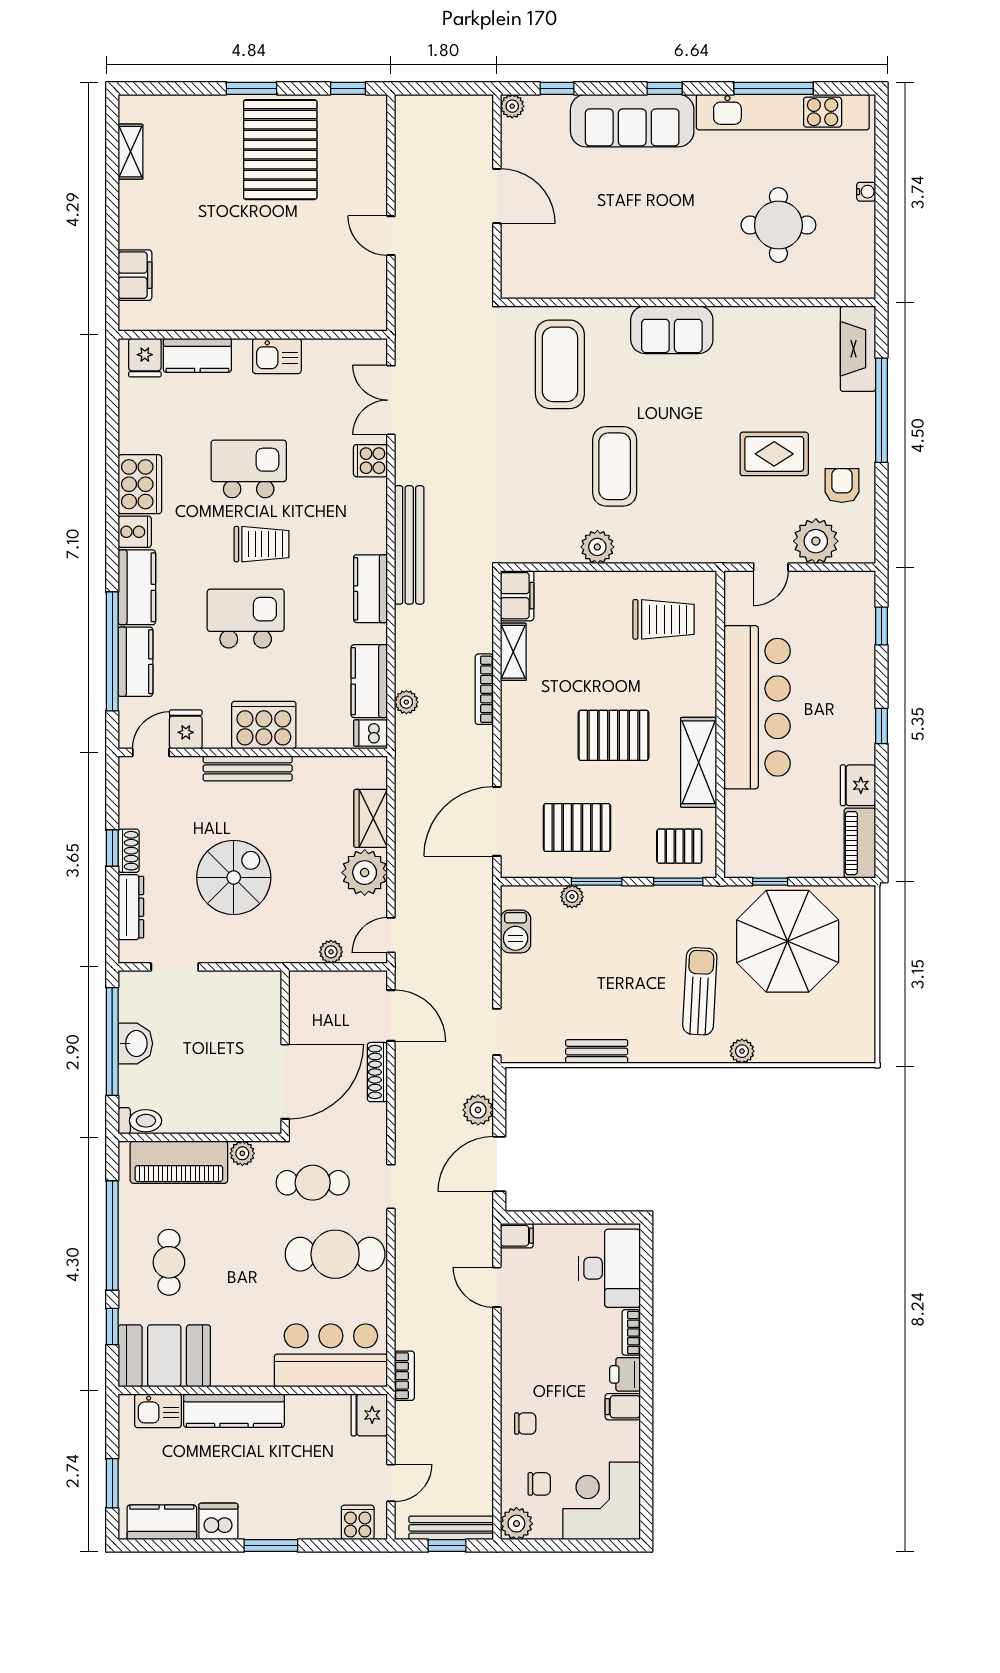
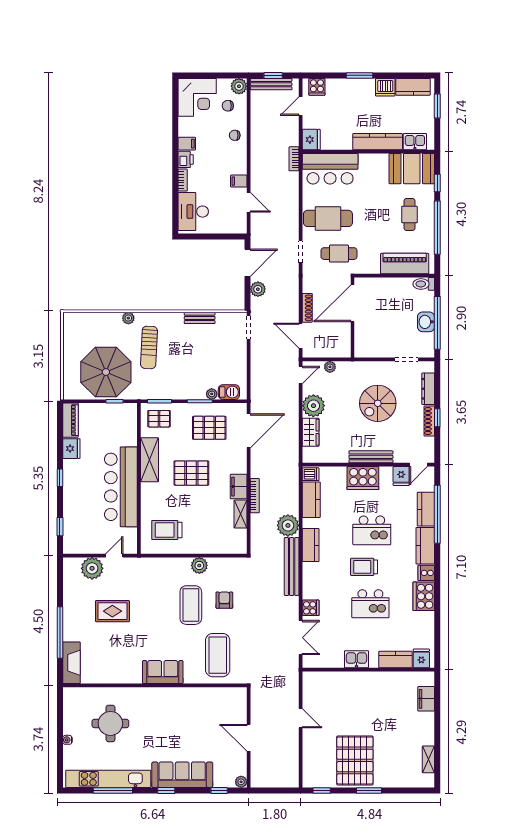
armchair: (842, 486) -> (224, 600), moved, turned 180
filing cabinet: (517, 596) -> (239, 487), moved
plant: (406, 702) -> (288, 525), moved, width x1.87, depth x1.87
shoe rack: (129, 851) -> (429, 421), width x1.43
barbecue: (516, 931) -> (229, 392), moved, turned 90
plant: (242, 1153) -> (374, 268), removed
filing cabinet: (517, 1236) -> (239, 181), moved

